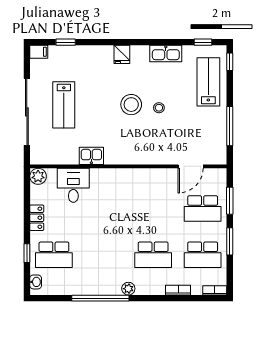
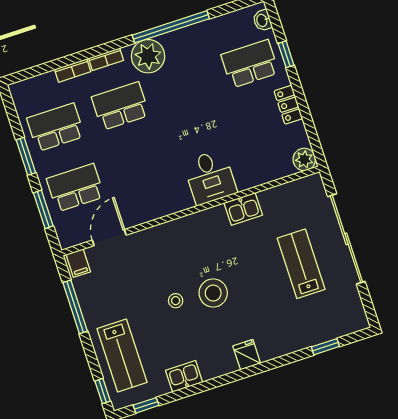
filing cabinet: (39, 52) -> (78, 263), moved, turned -90
kitchen sink: (166, 54) -> (184, 376), width x0.73
desk: (73, 185) -> (210, 177), moved
plant: (128, 289) -> (148, 56), width x1.88, depth x1.88
bookcase: (215, 290) -> (106, 59), moved

